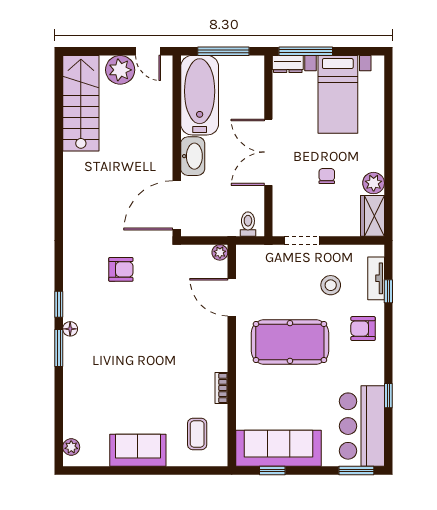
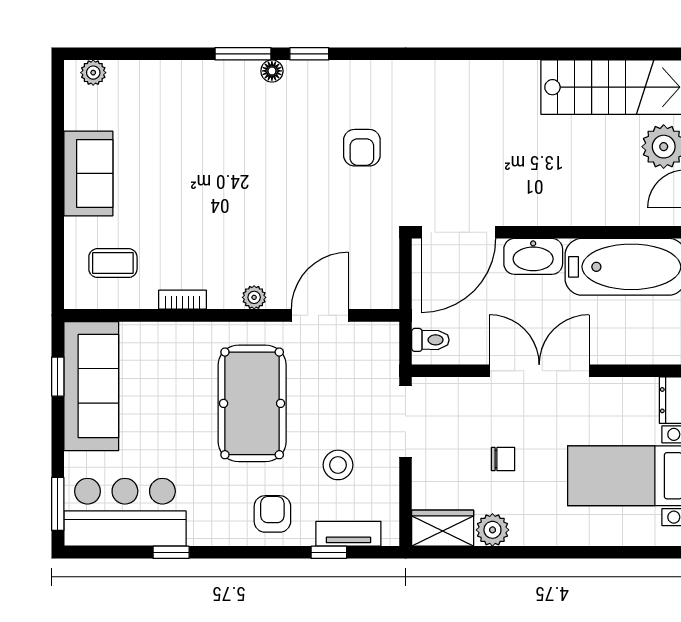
door: (177, 205) -> (459, 232), swing flipped
doorway: (302, 241) -> (406, 422), width x1.38
plant: (220, 252) -> (254, 297), moved

